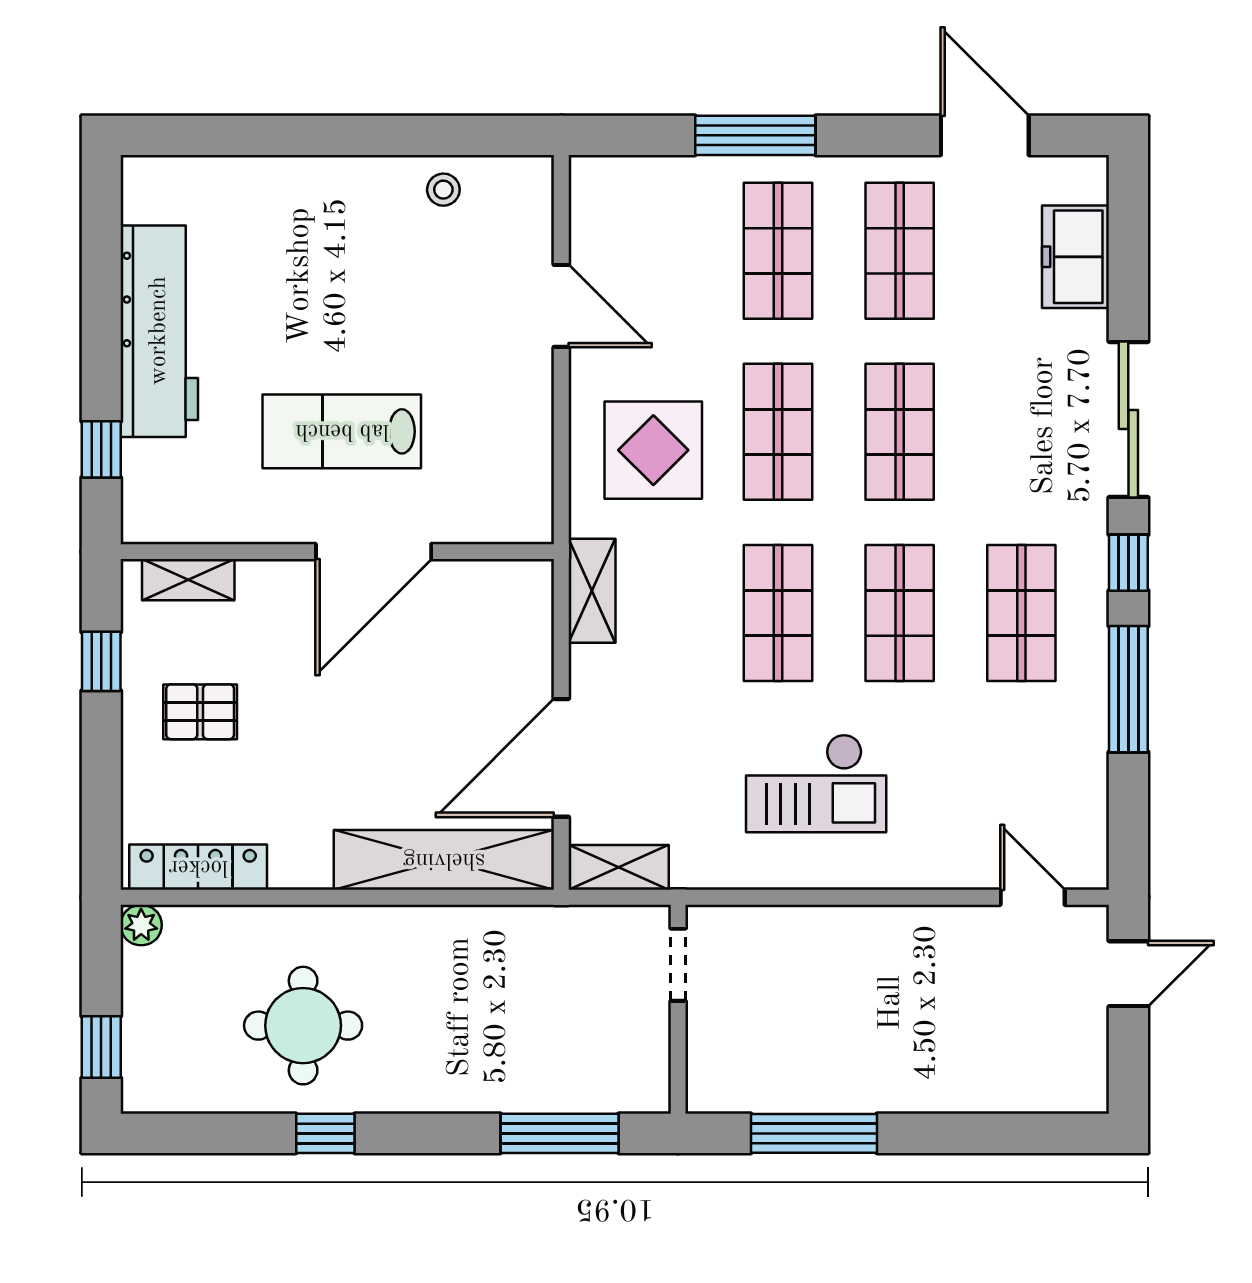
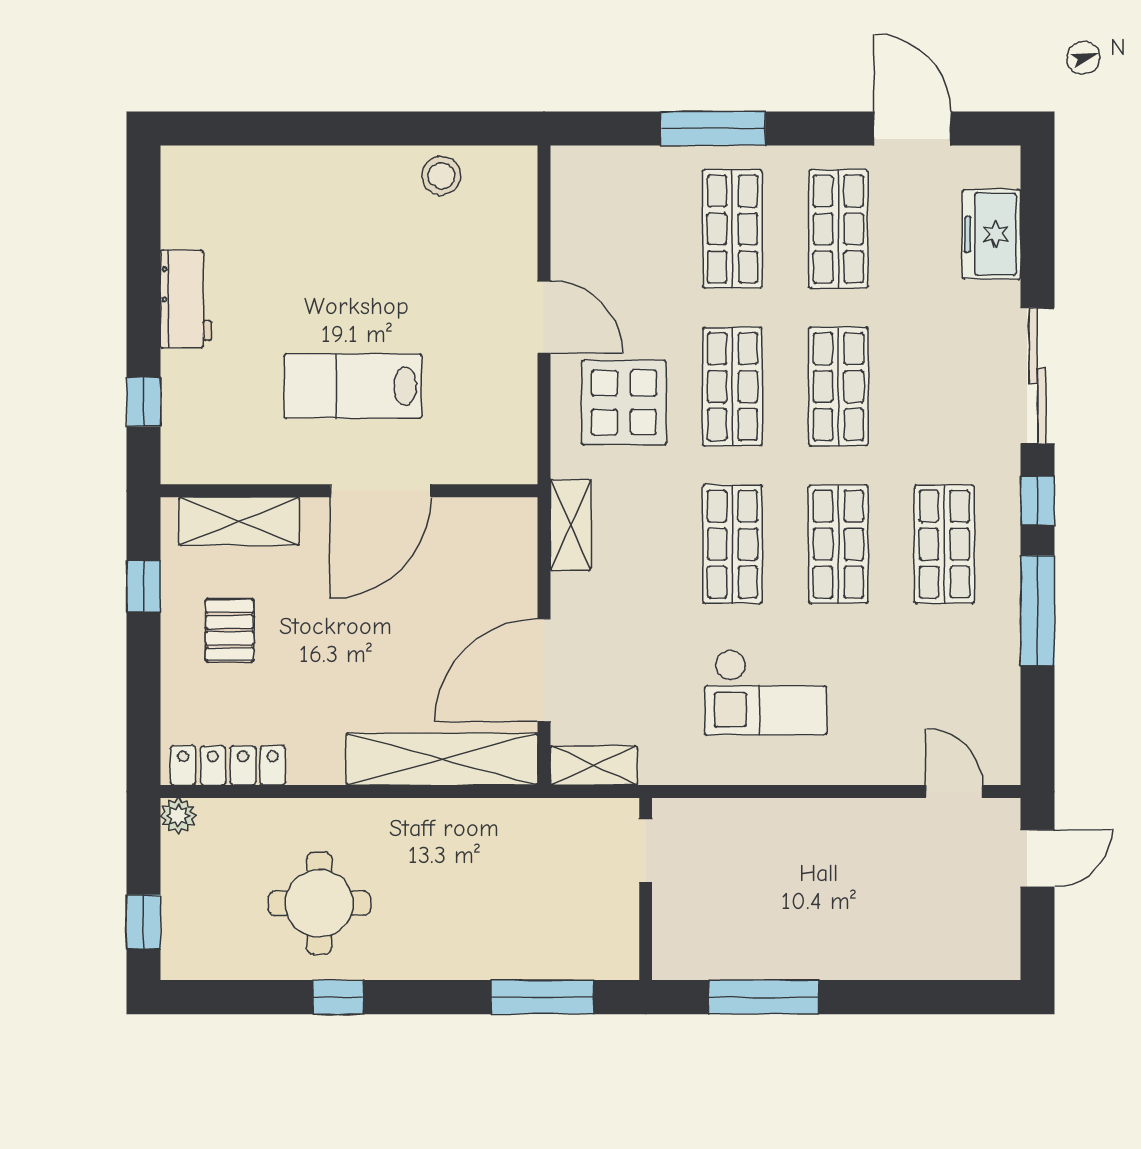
stool: (443, 190) -> (441, 176), width x1.37, depth x1.37
door: (561, 306) -> (544, 317), moved
workbench: (159, 331) -> (186, 299), width x0.53, depth x0.76
shelving: (188, 580) -> (239, 521), width x1.50, depth x1.33
pallet: (200, 712) -> (230, 630), turned 90

